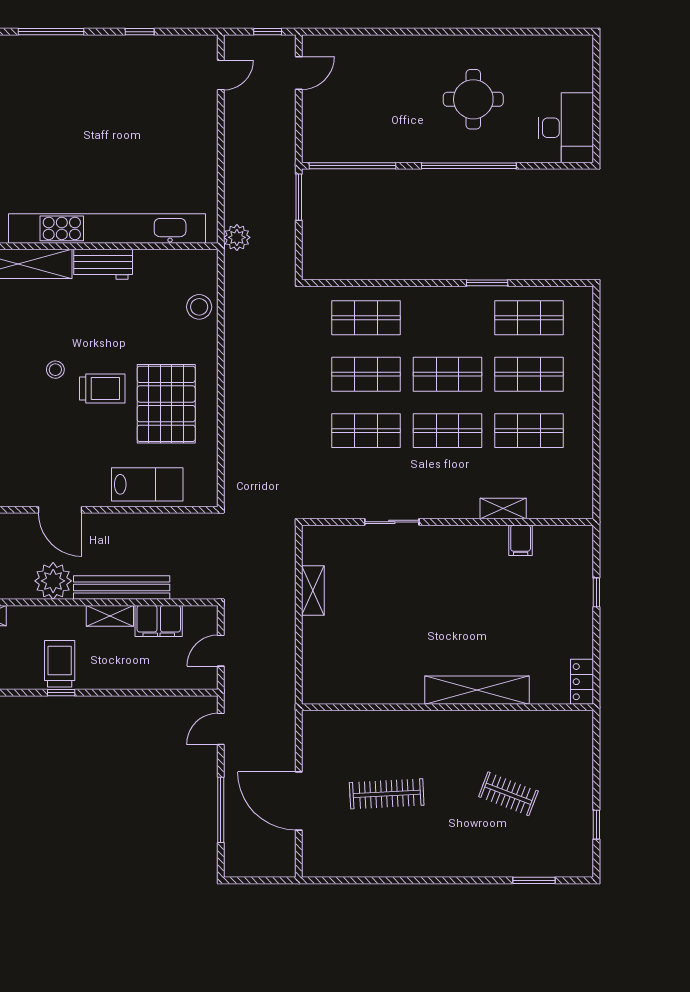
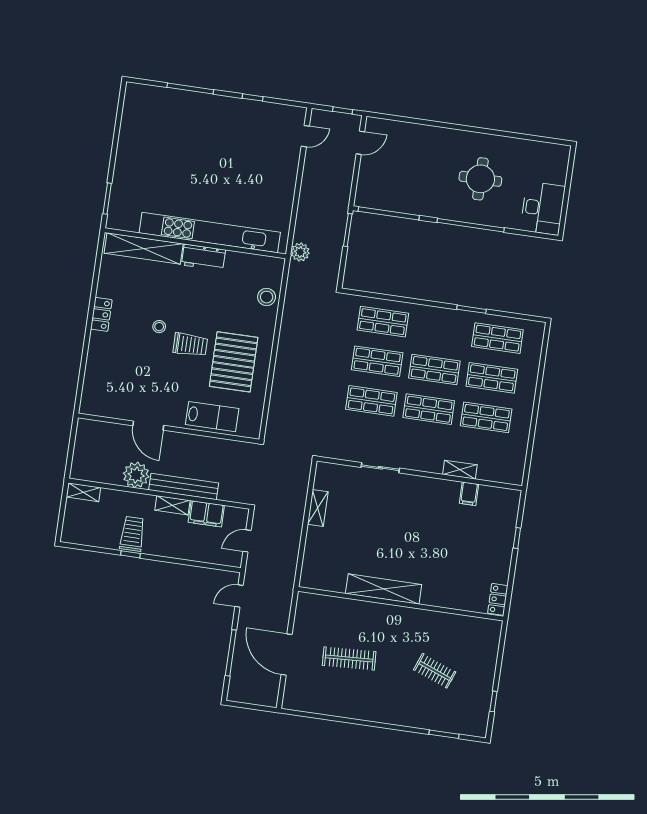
shelving: (477, 690) -> (384, 589), moved

